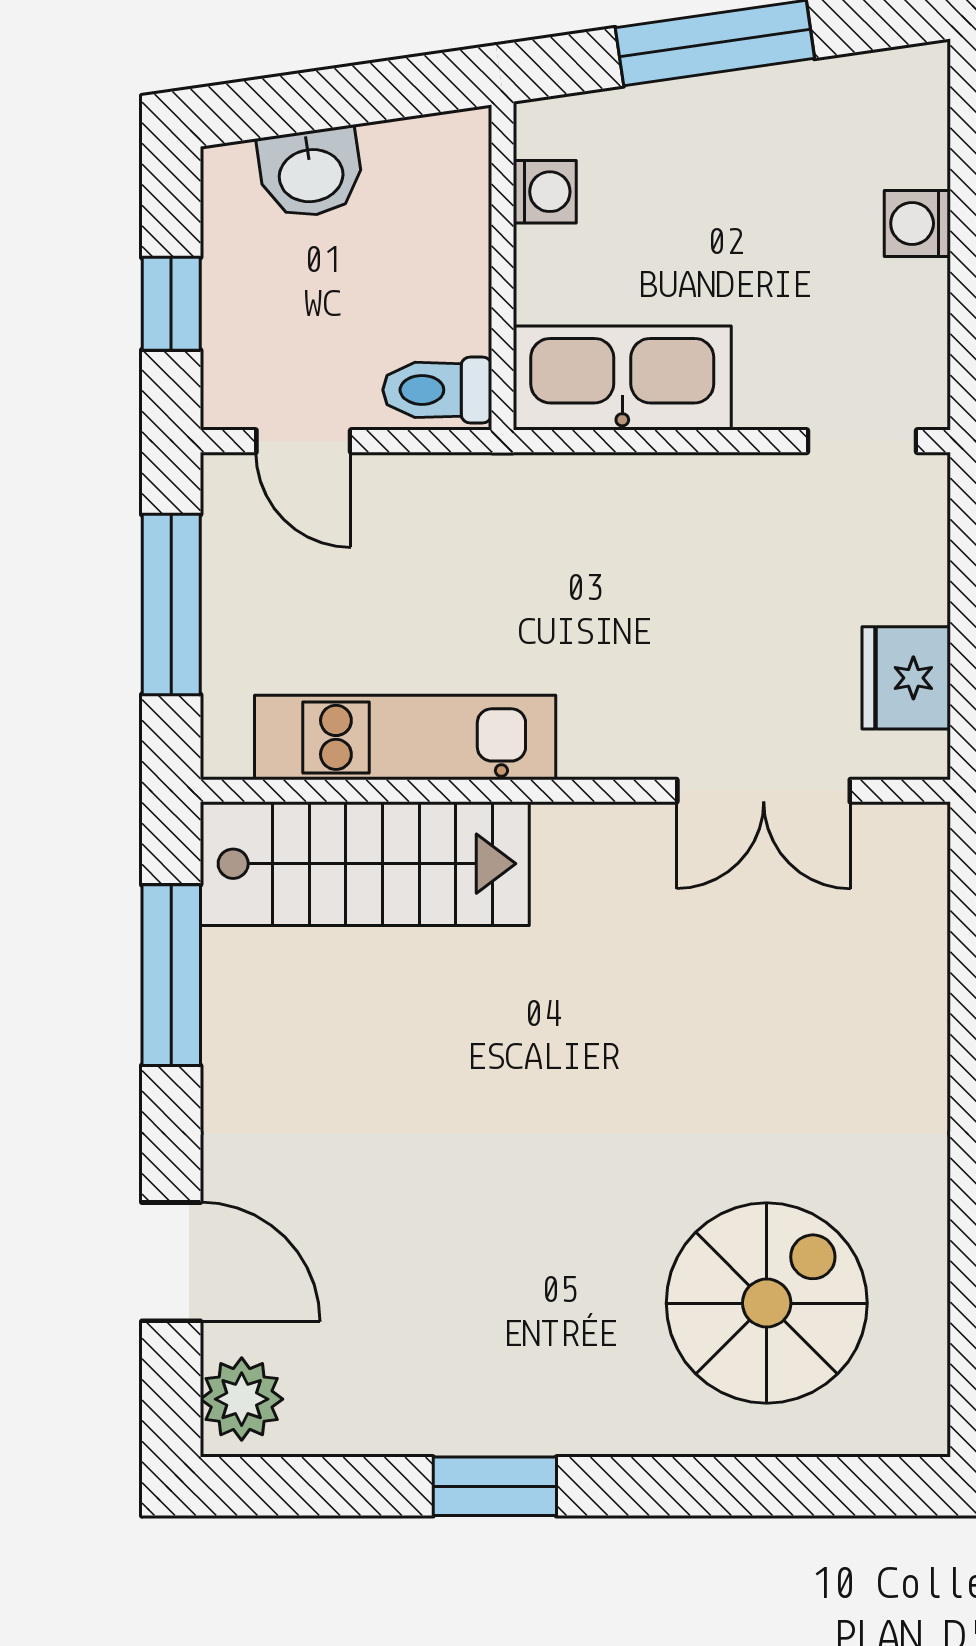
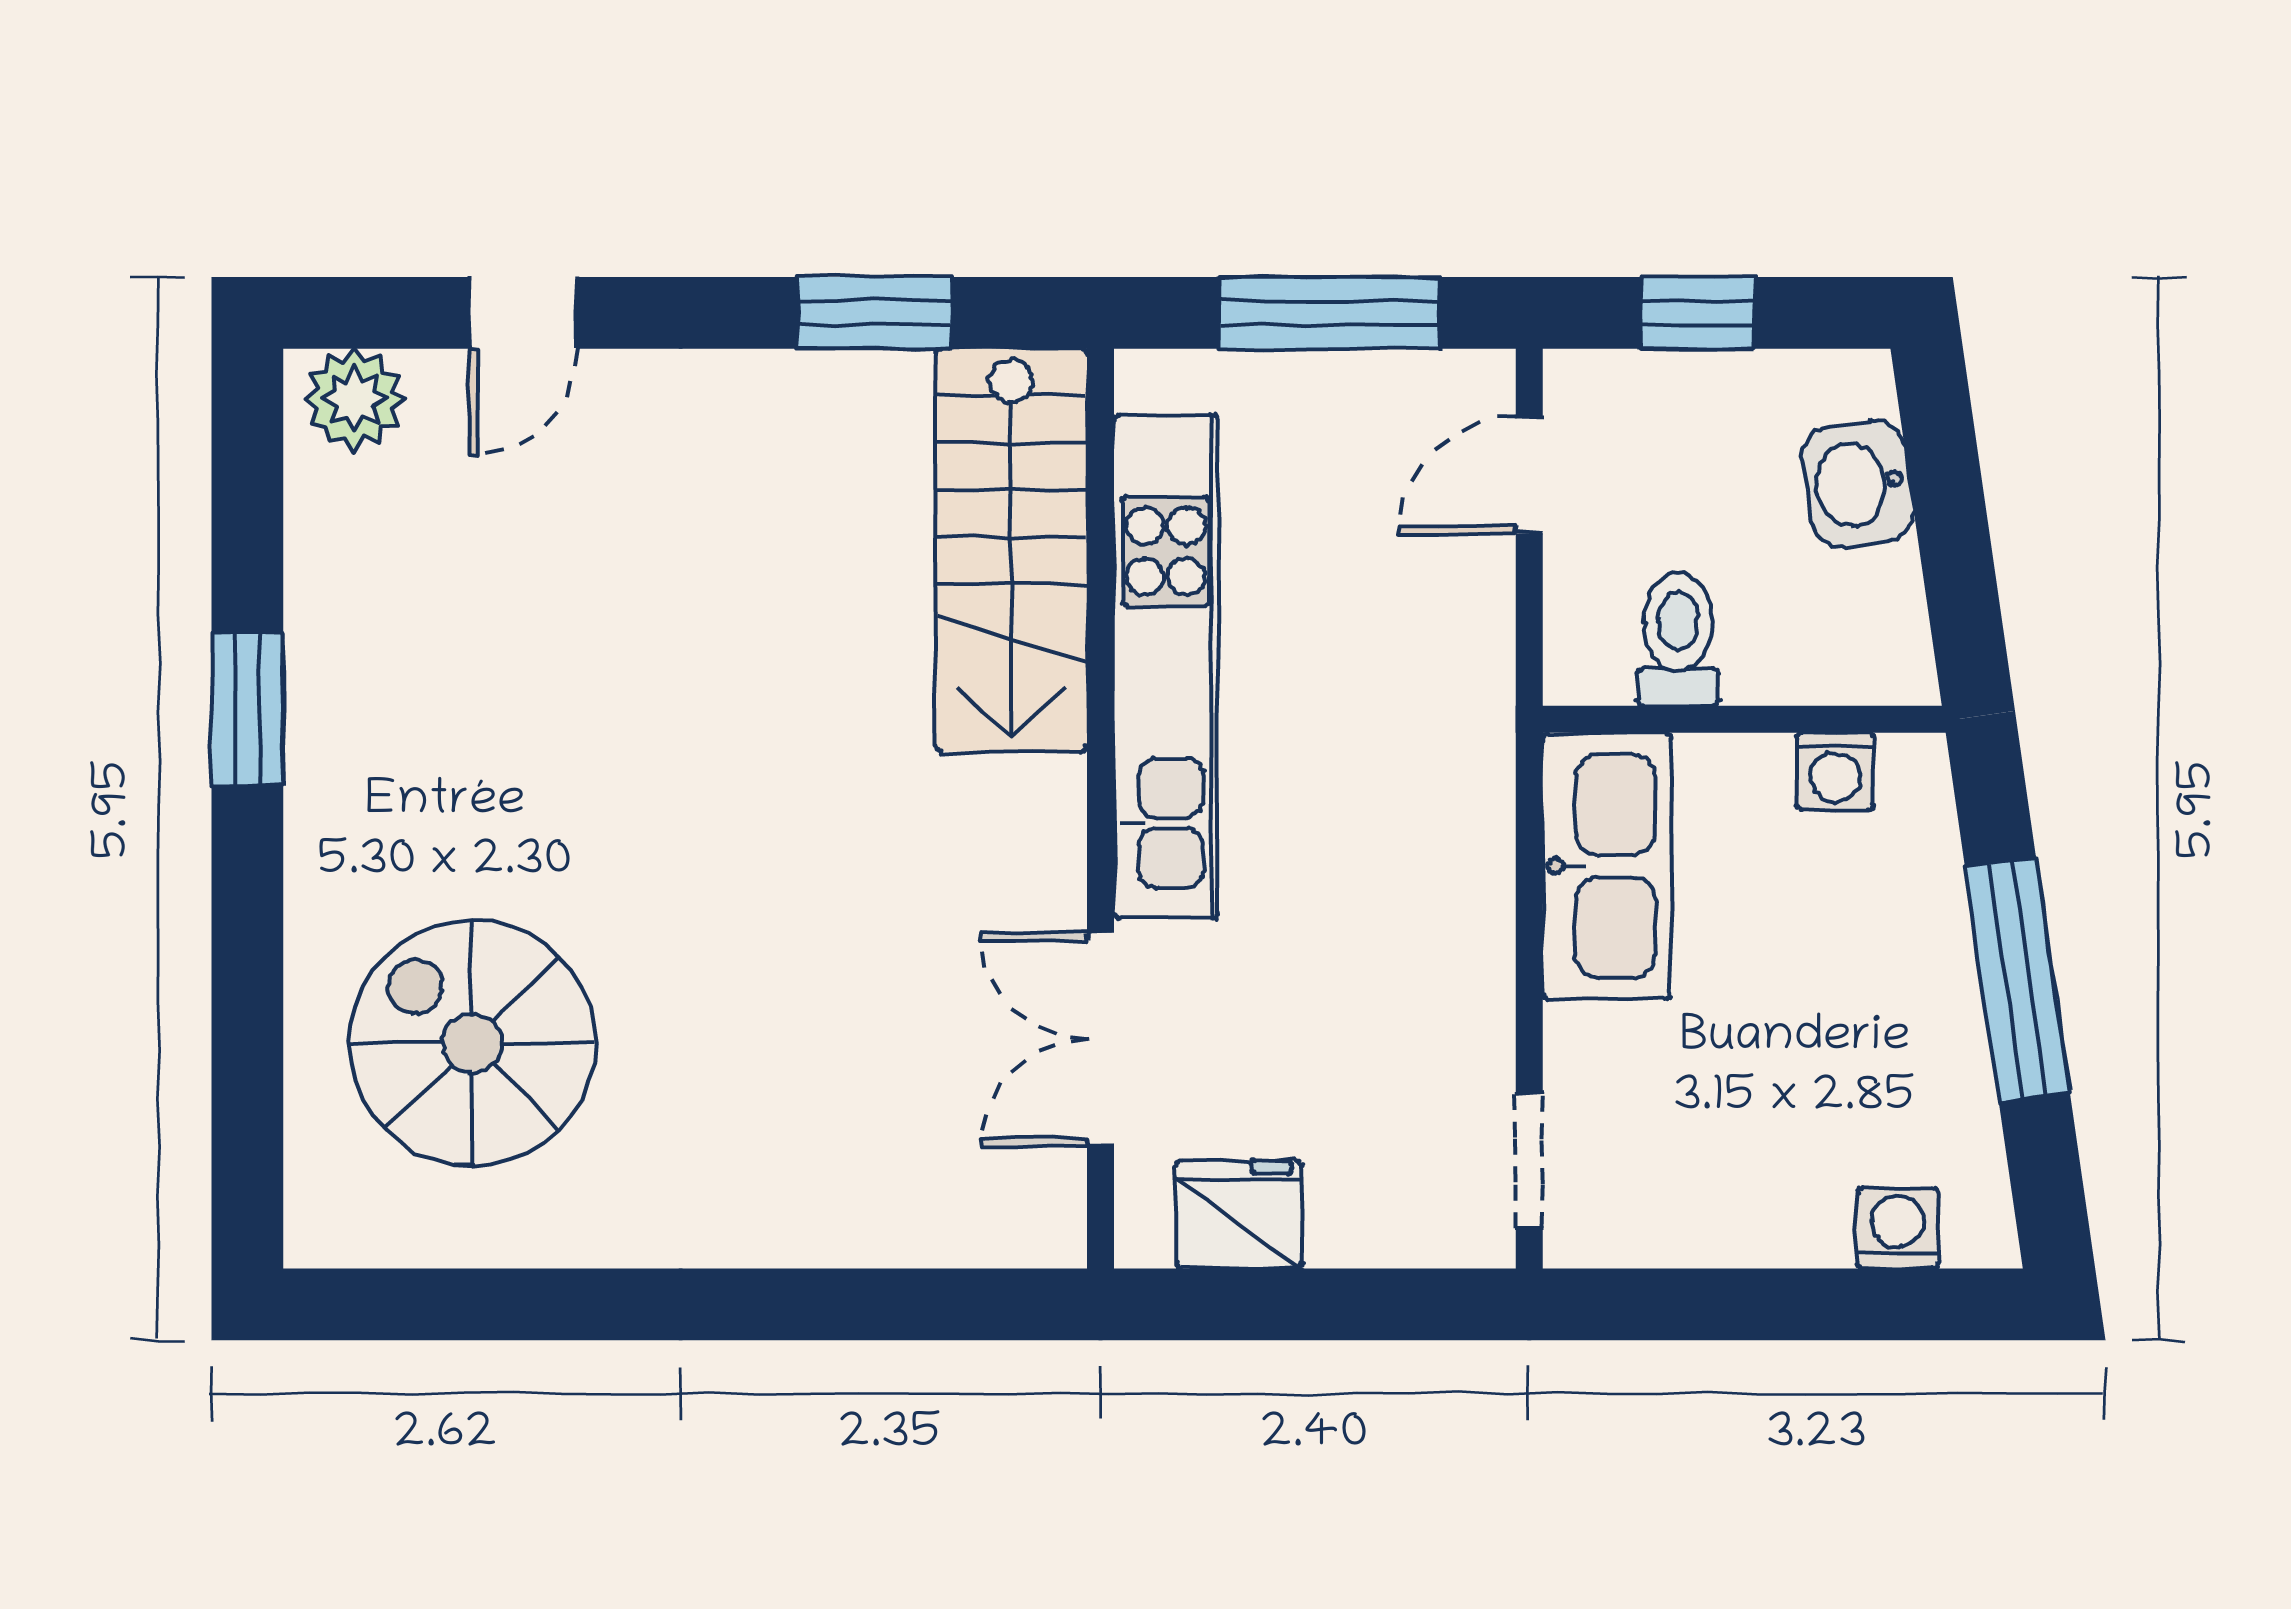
washing machine: (917, 223) -> (1897, 1228), moved
toilet: (437, 390) -> (1678, 639), moved
kitchen unit: (405, 737) -> (1166, 667), width x1.36
window: (171, 975) -> (874, 313), width x0.69
door: (171, 1262) -> (523, 313), width x0.73
spiral stairs: (767, 1303) -> (472, 1043), turned 180

